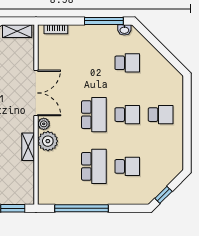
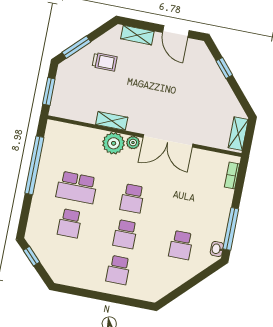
school desk: (94, 115) -> (132, 198), width x0.54

